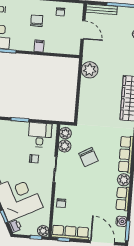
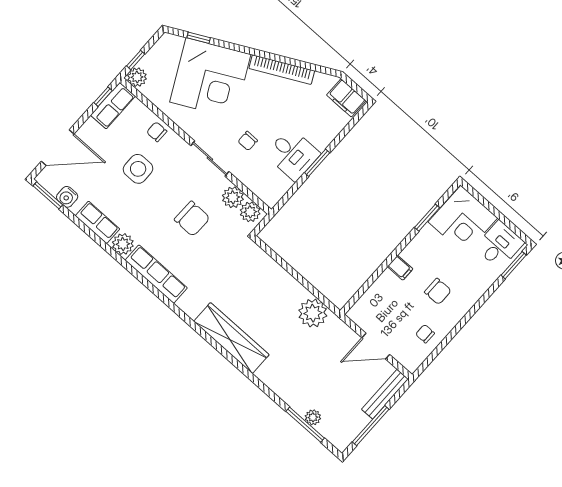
desk: (40, 135) -> (293, 154), moved
chair: (88, 157) -> (192, 219), turned -150
side table: (84, 199) -> (138, 169), added
printer: (15, 226) -> (173, 43), removed
row of seats: (70, 232) -> (113, 106), width x0.68

